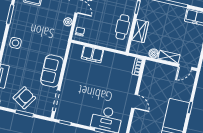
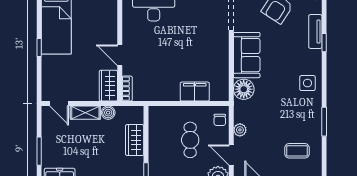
cafe table: (122, 27) -> (190, 140), moved
floor lamp: (59, 48) -> (244, 89), added
door: (185, 67) -> (59, 104), swing flipped
wardrobe: (149, 71) -> (108, 86), added
door: (135, 101) -> (120, 55), moved

